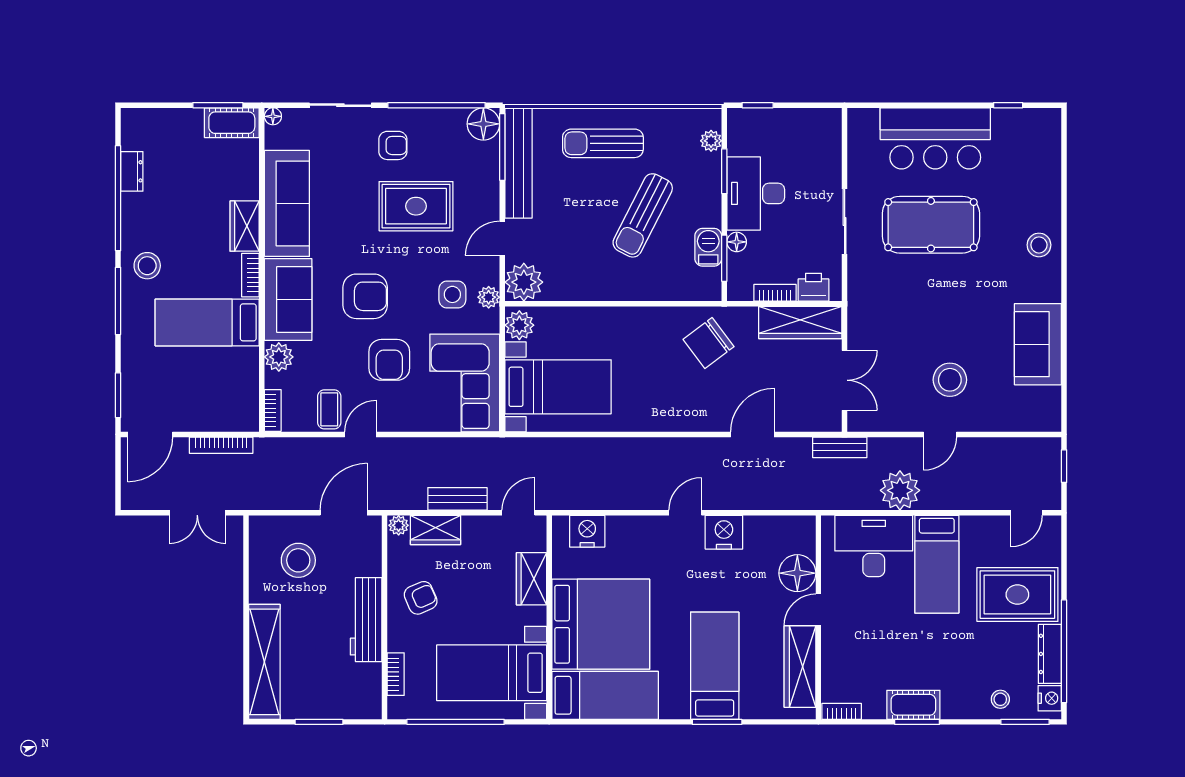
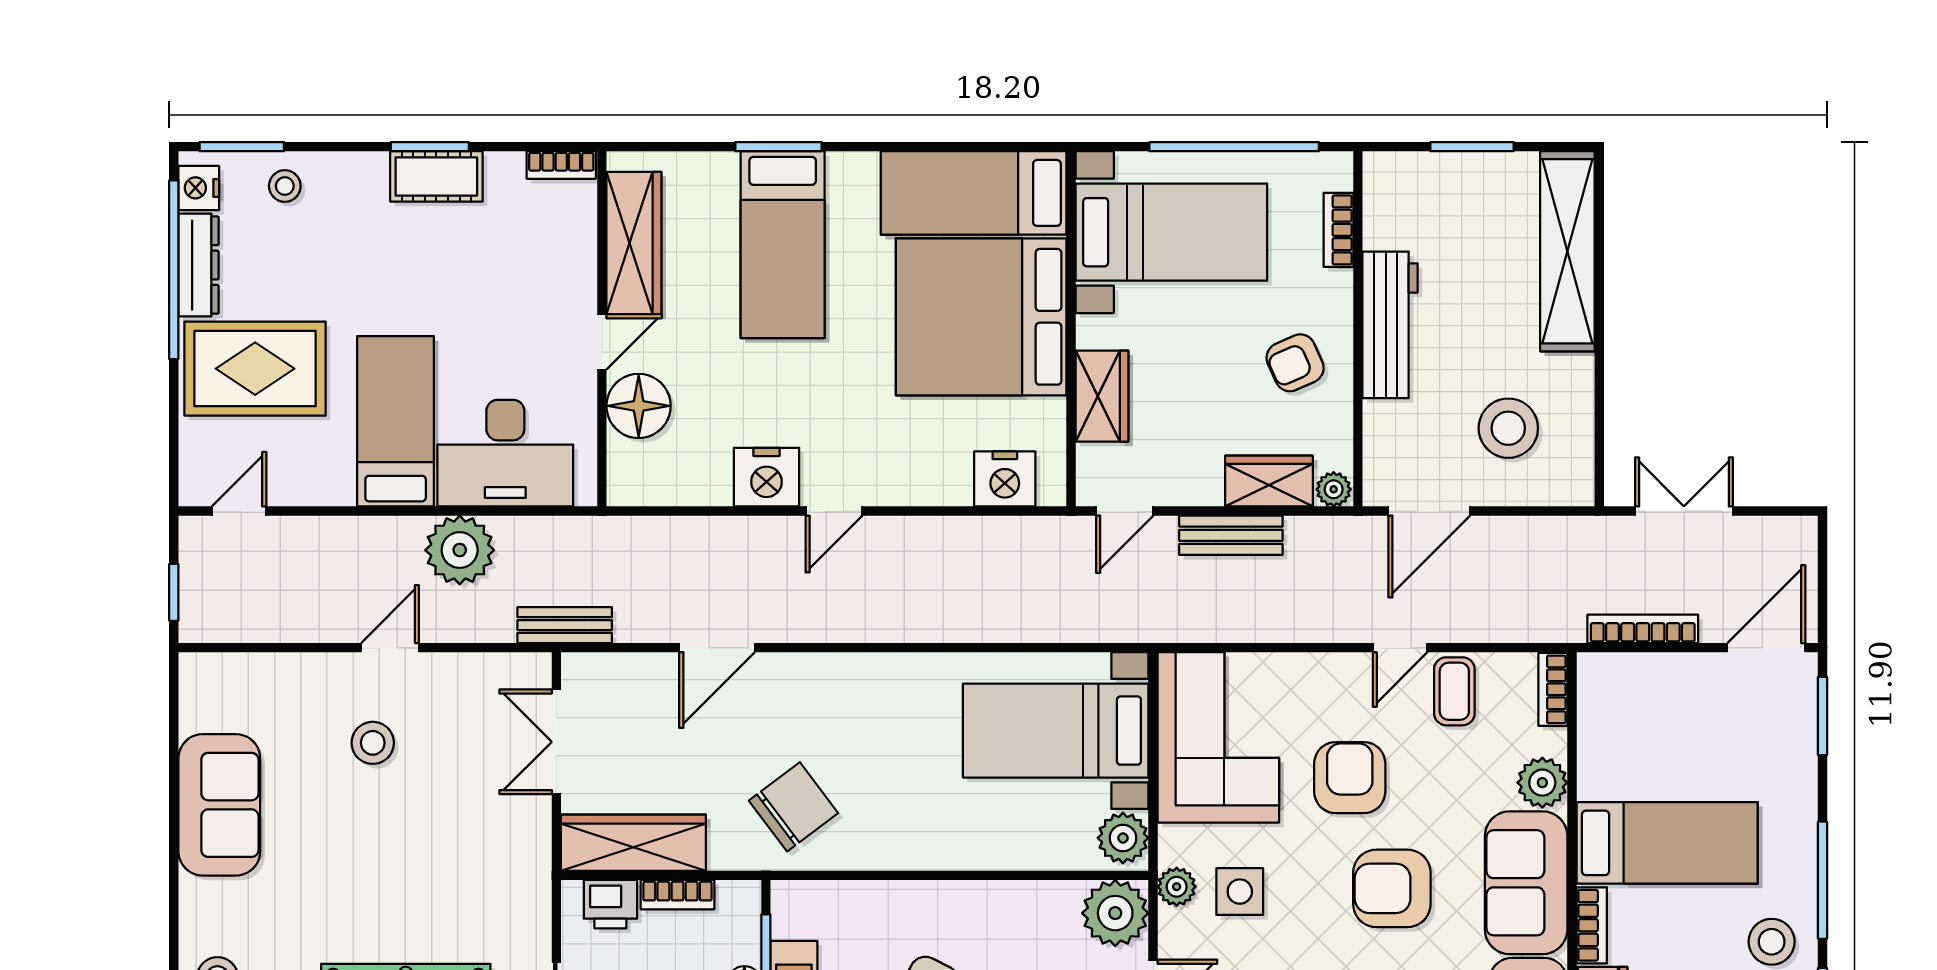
stool: (950, 380) -> (373, 743), width x0.73, depth x0.73

